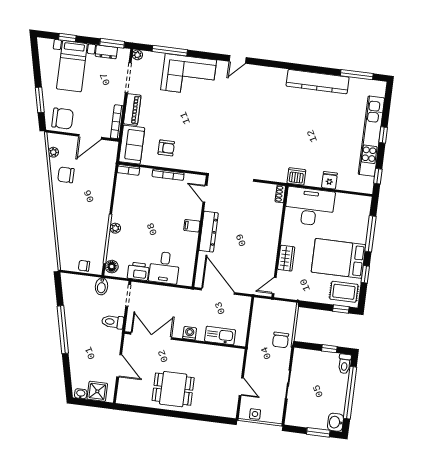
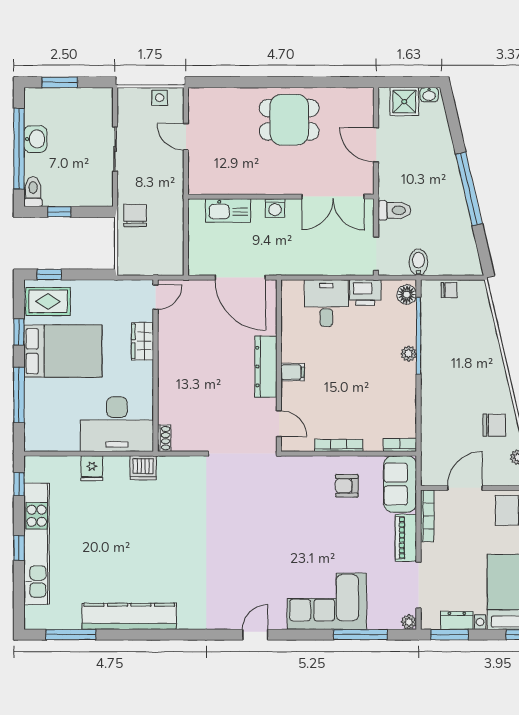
washbasin: (335, 422) -> (35, 139), moved

